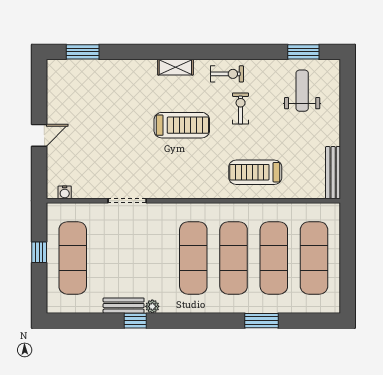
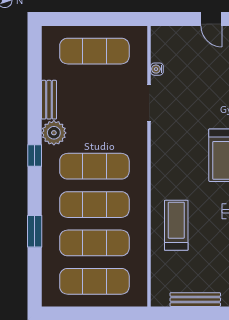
bench: (333, 173) -> (195, 300), moved
water cooler: (65, 192) -> (157, 69), moved
window: (39, 252) -> (100, 19), removed
plant: (152, 306) -> (54, 133), width x1.88, depth x1.88
window: (135, 321) -> (35, 156), moved

